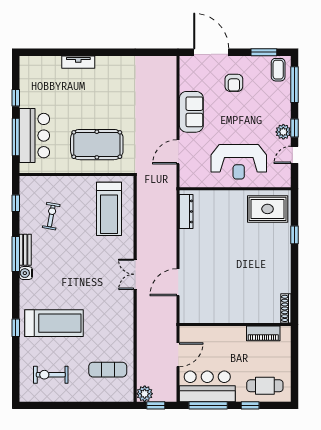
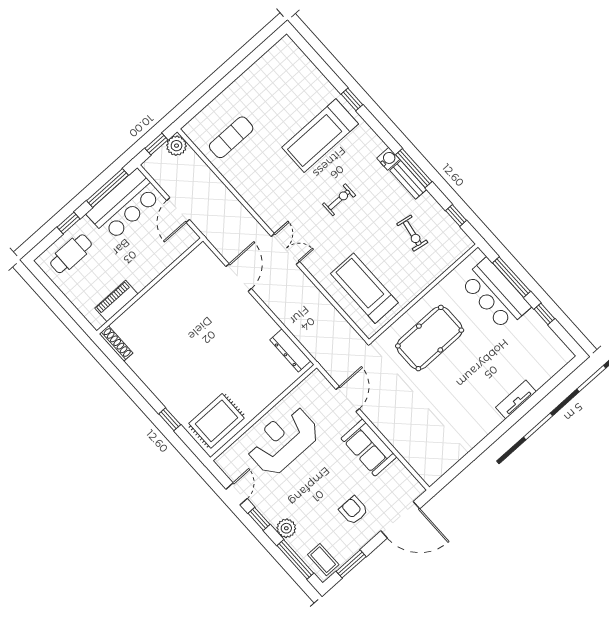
plant: (283, 132) -> (286, 528), moved
exercise bike: (51, 375) -> (339, 200), moved, width x0.73, depth x0.72

